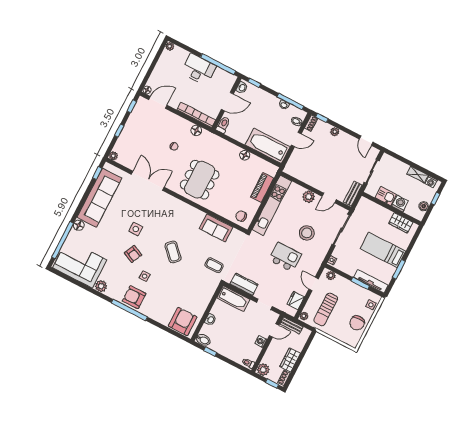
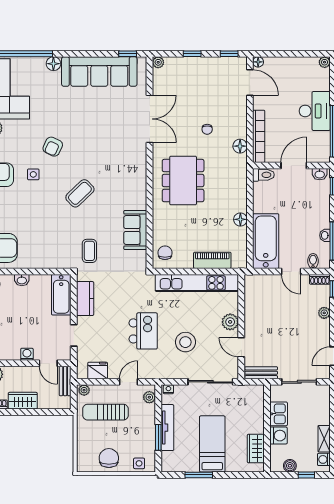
door: (227, 102) -> (294, 165), swing flipped
dining table: (200, 180) -> (183, 181), turned 90
side table: (136, 229) -> (84, 134), removed
tv unit: (371, 281) -> (167, 428), moved
chair: (357, 323) -> (109, 458), turned 90

